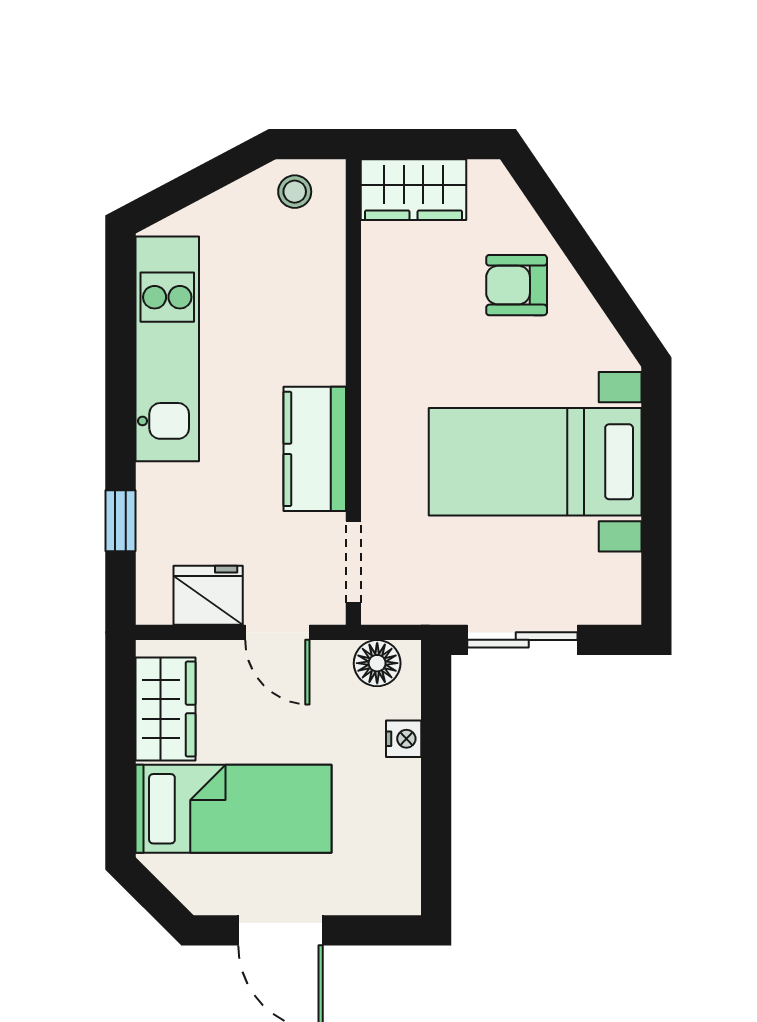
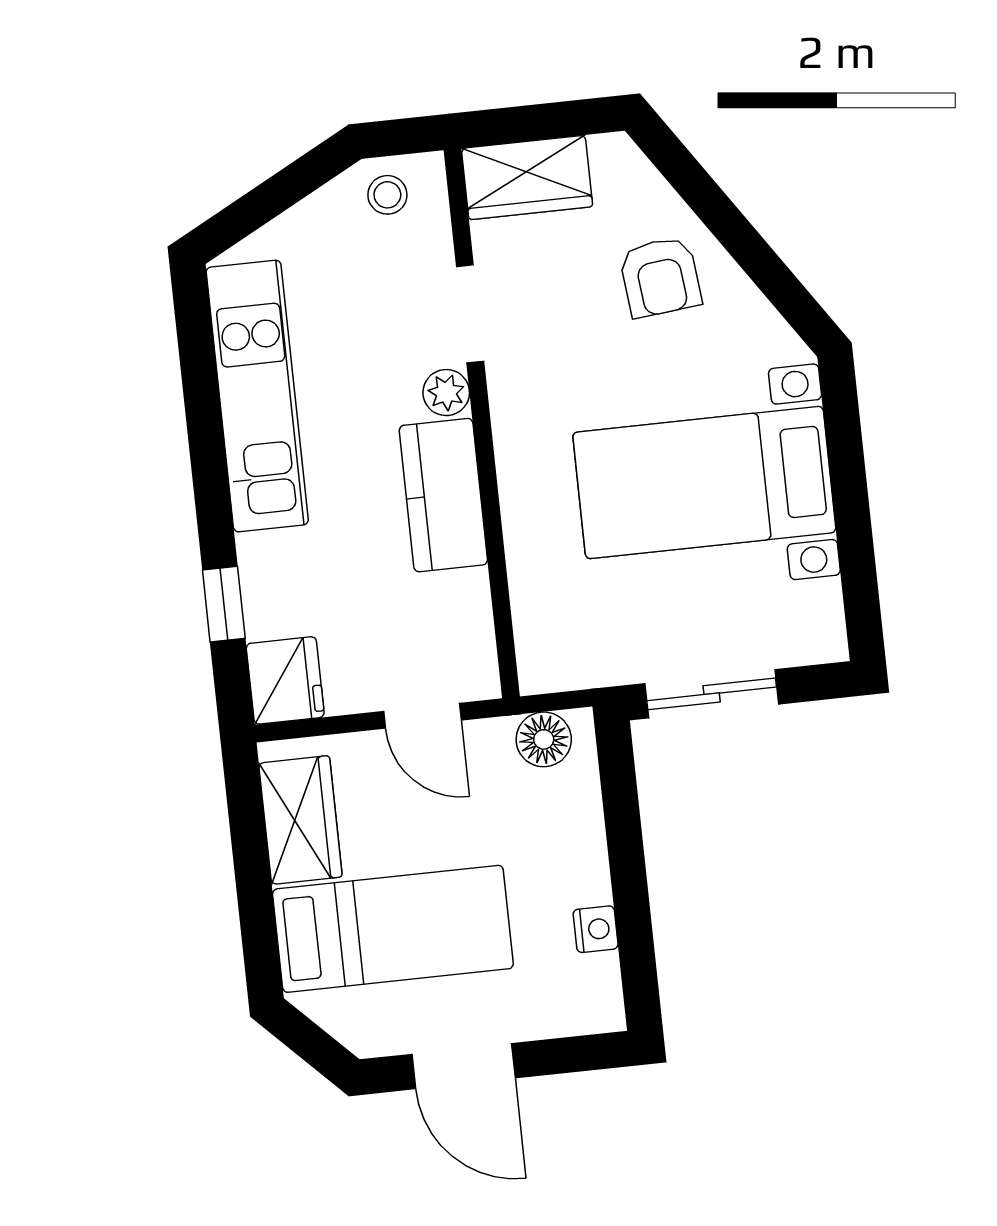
armchair: (517, 285) -> (660, 277), turned -96
plant: (326, 363) -> (446, 393), added
doorway: (353, 562) -> (470, 314), moved
fridge: (208, 595) -> (285, 680), moved, turned 90
nightstand: (404, 739) -> (596, 929), moved

